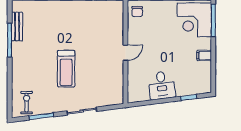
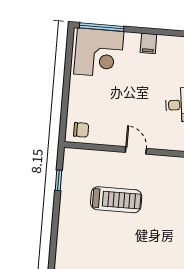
treadmill: (66, 69) -> (116, 200), moved

